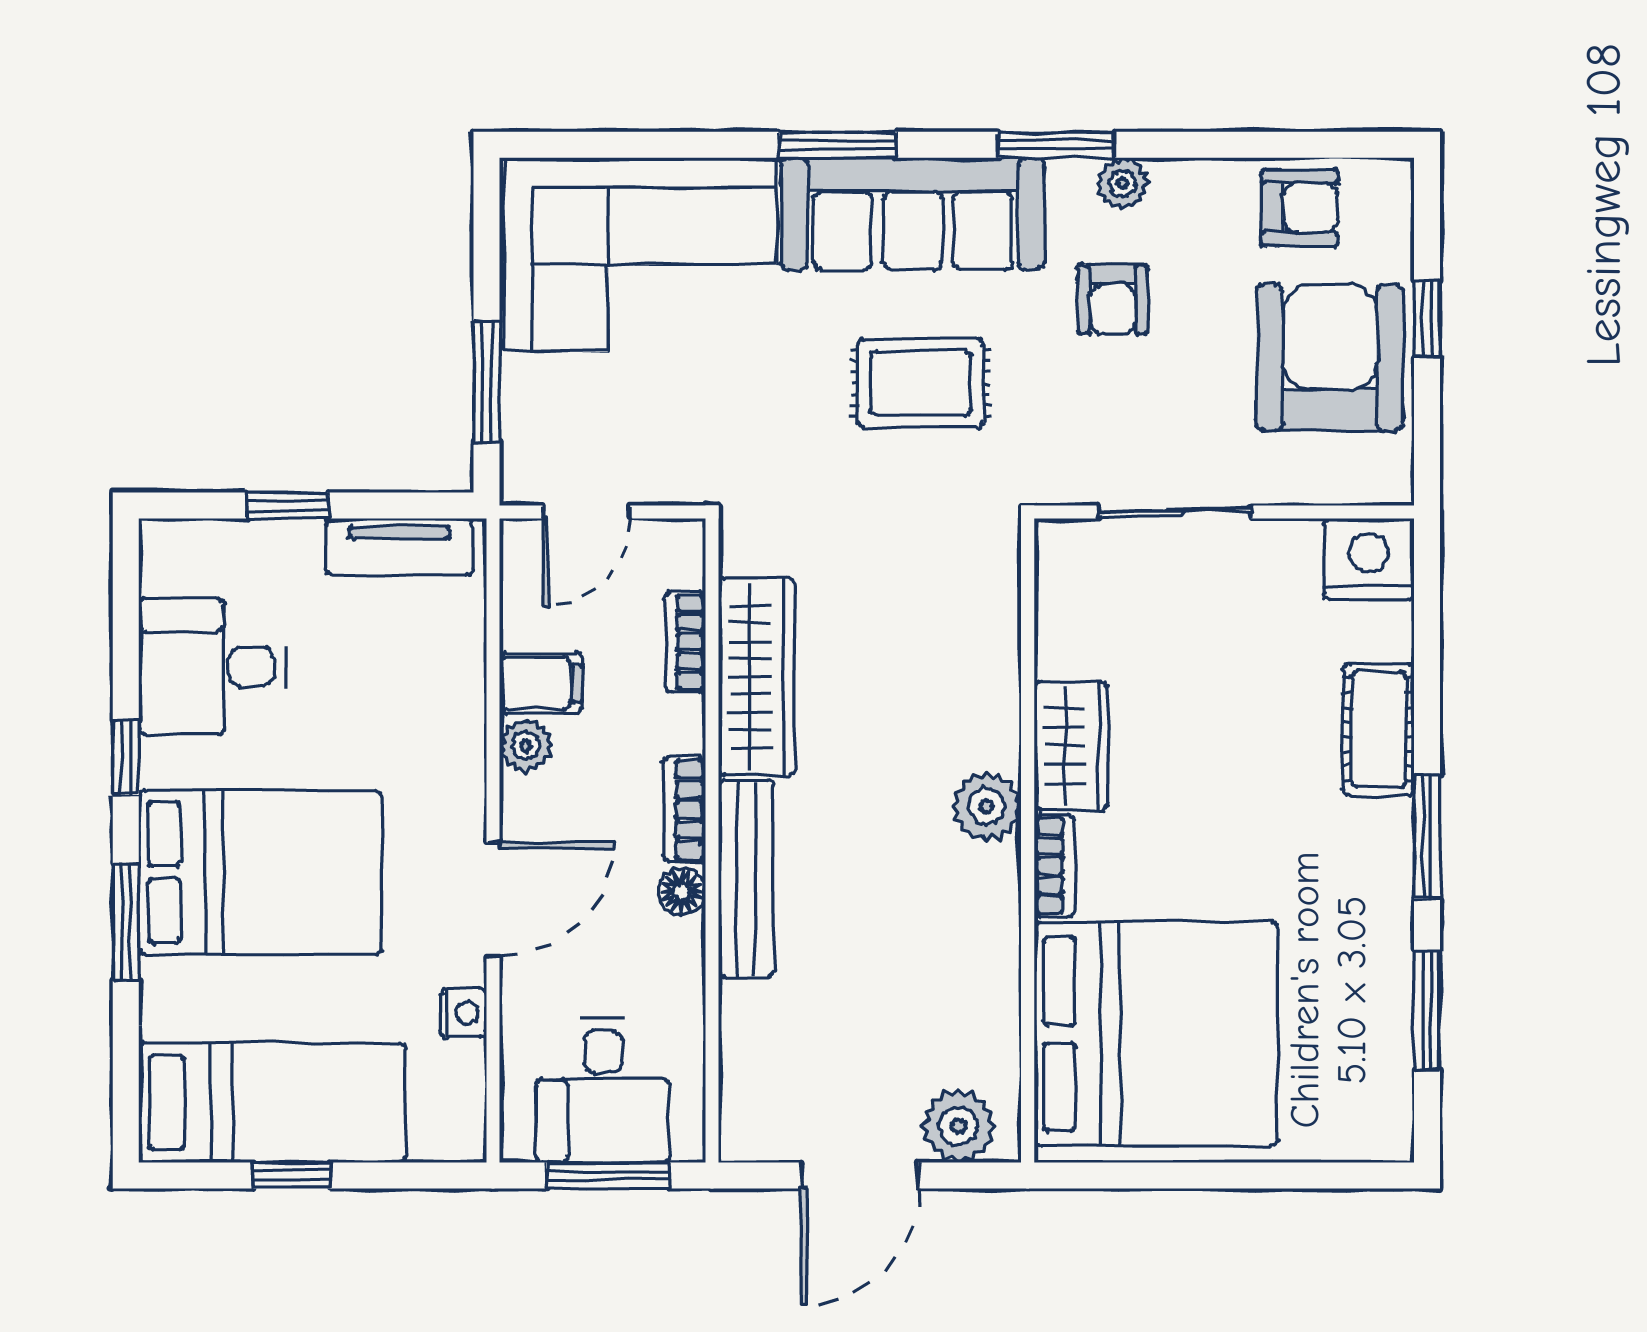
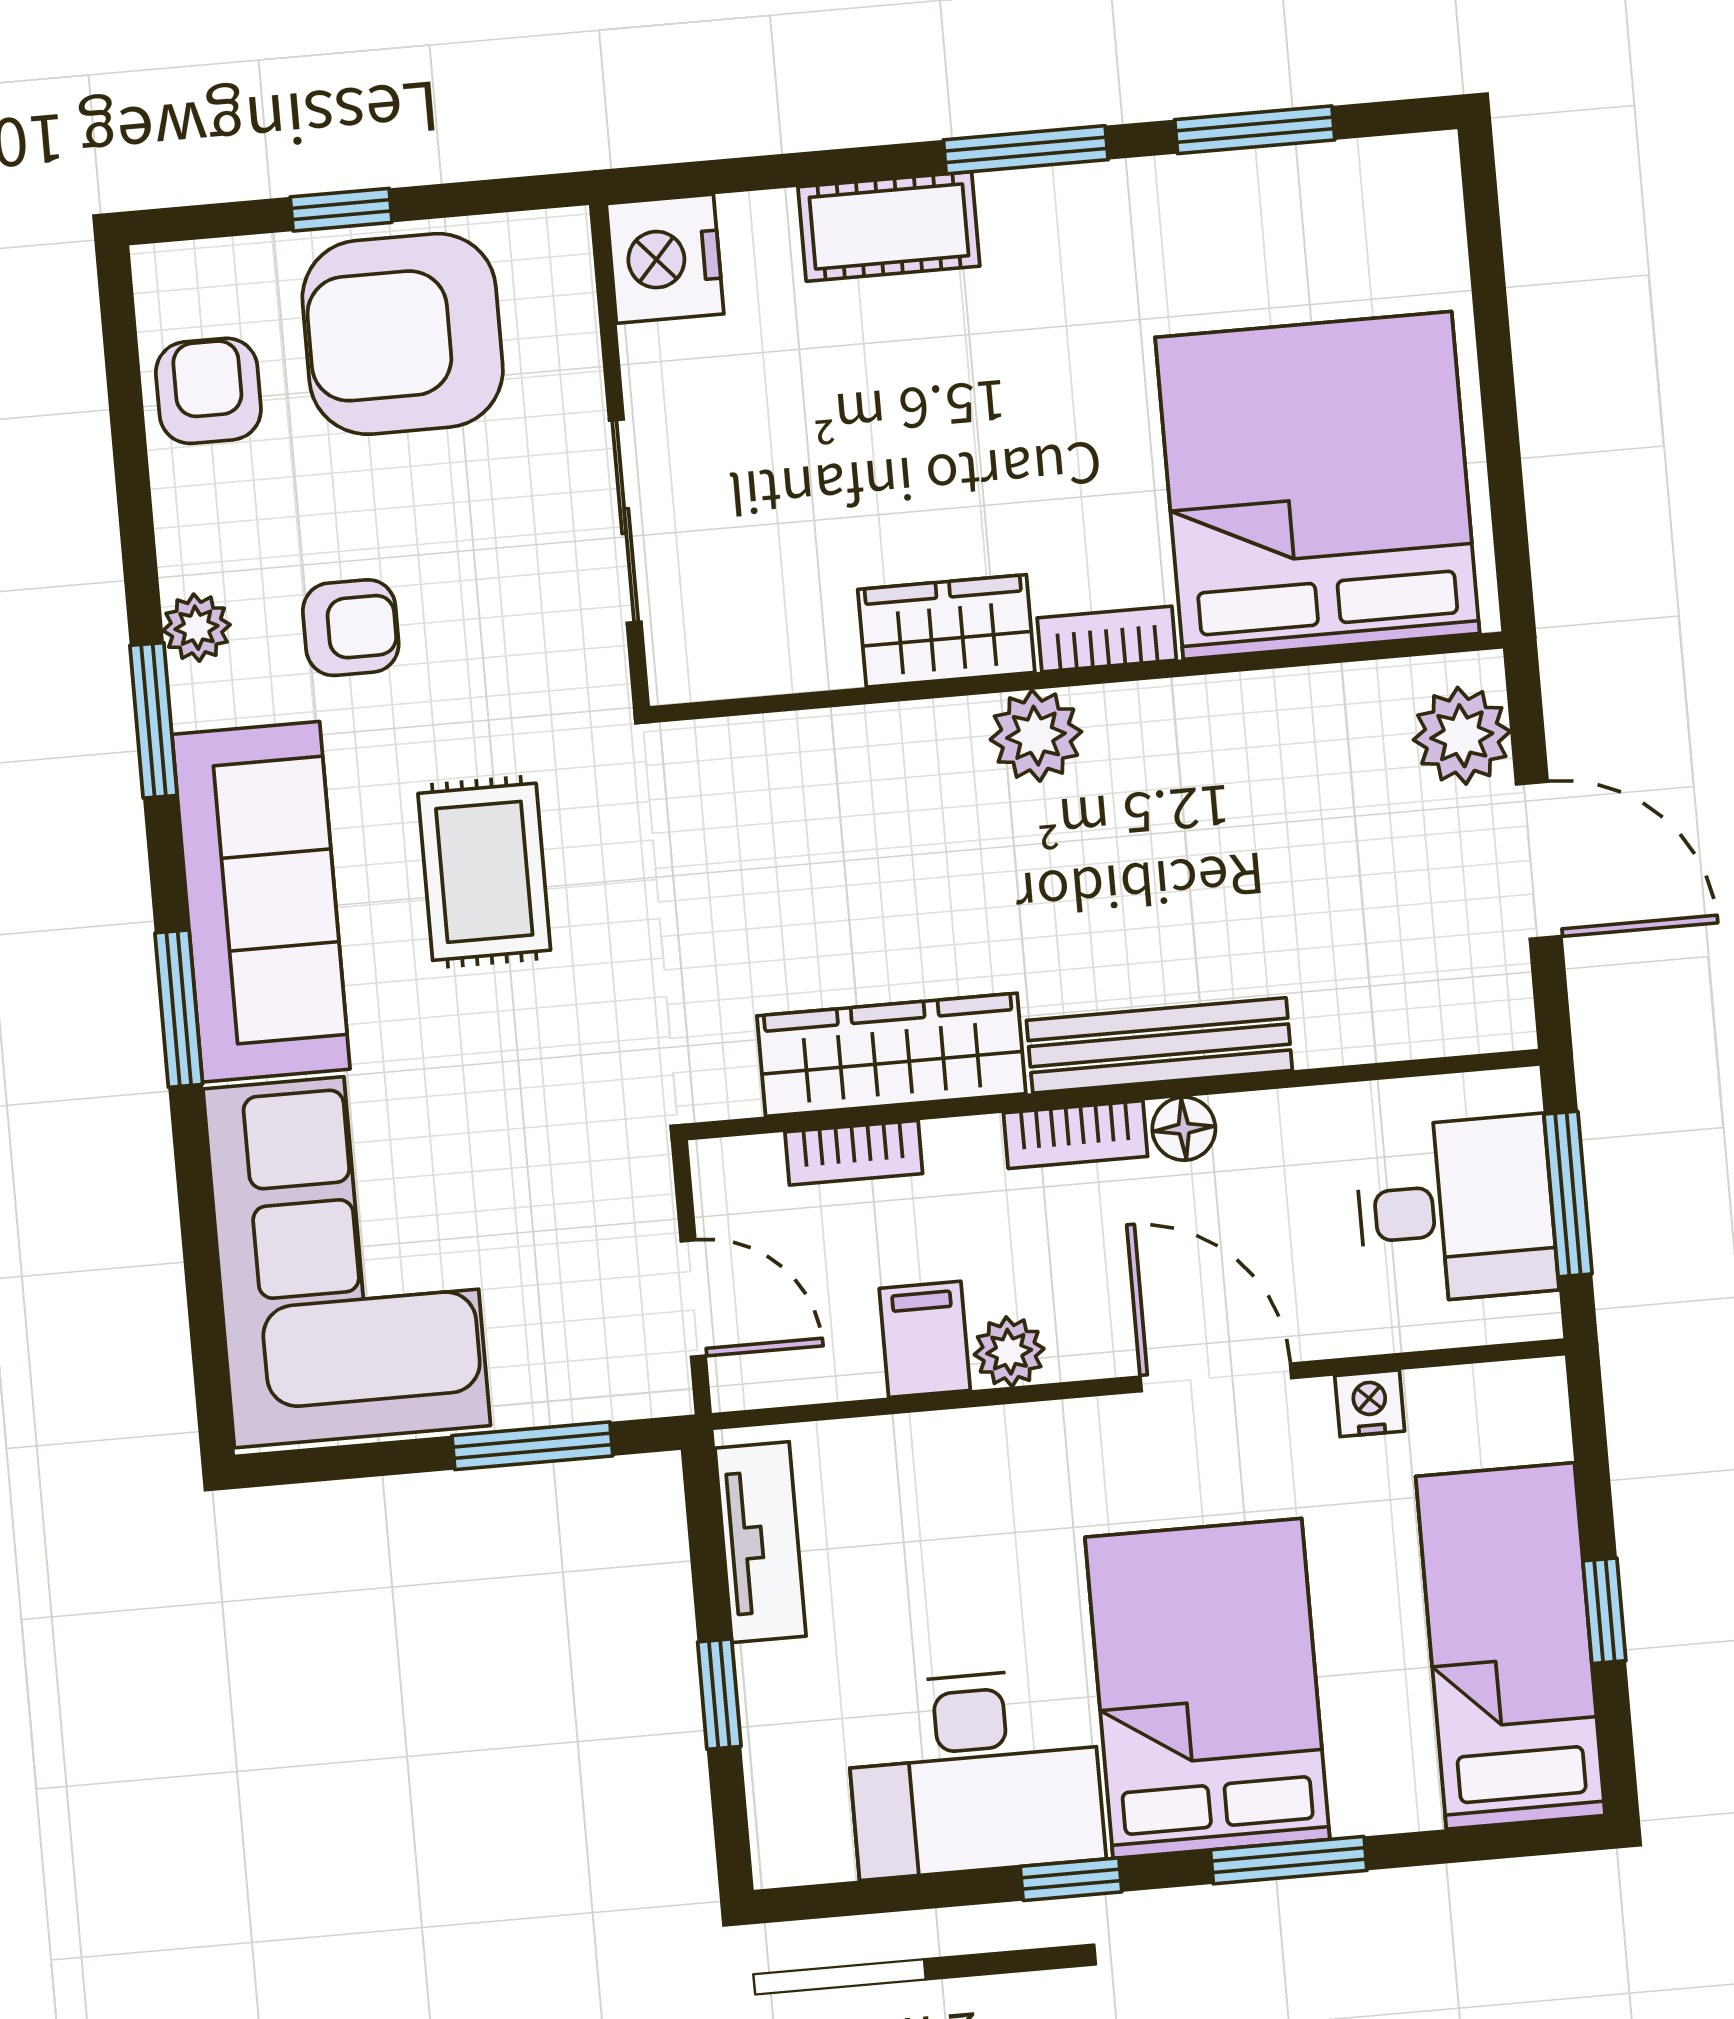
desk: (212, 667) -> (974, 1773), width x1.37

